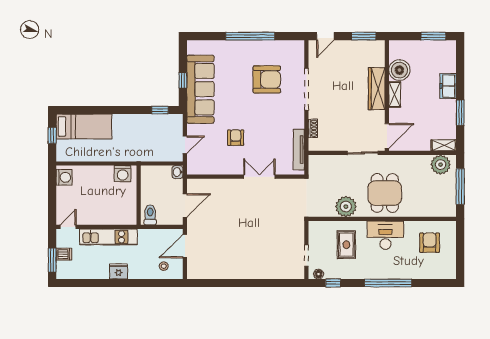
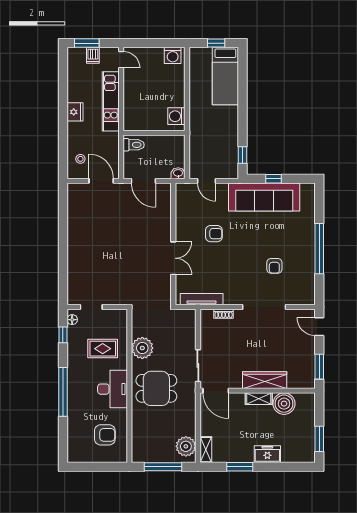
armchair: (267, 79) -> (274, 266), width x0.53, depth x0.53

